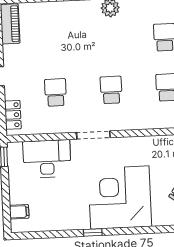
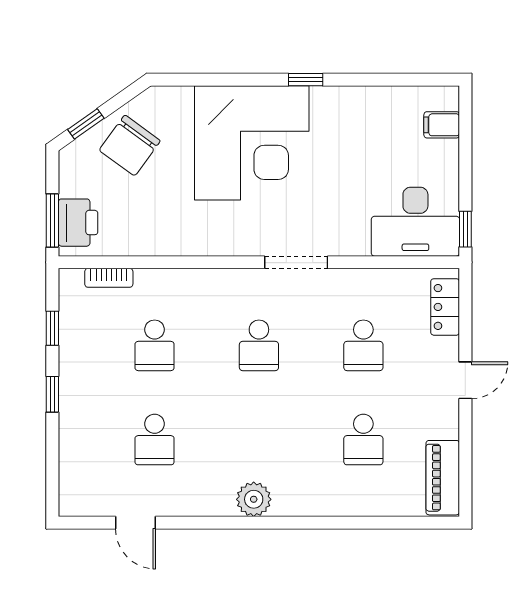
school desk: (53, 42) -> (363, 440), added
desk: (47, 159) -> (415, 222), moved

